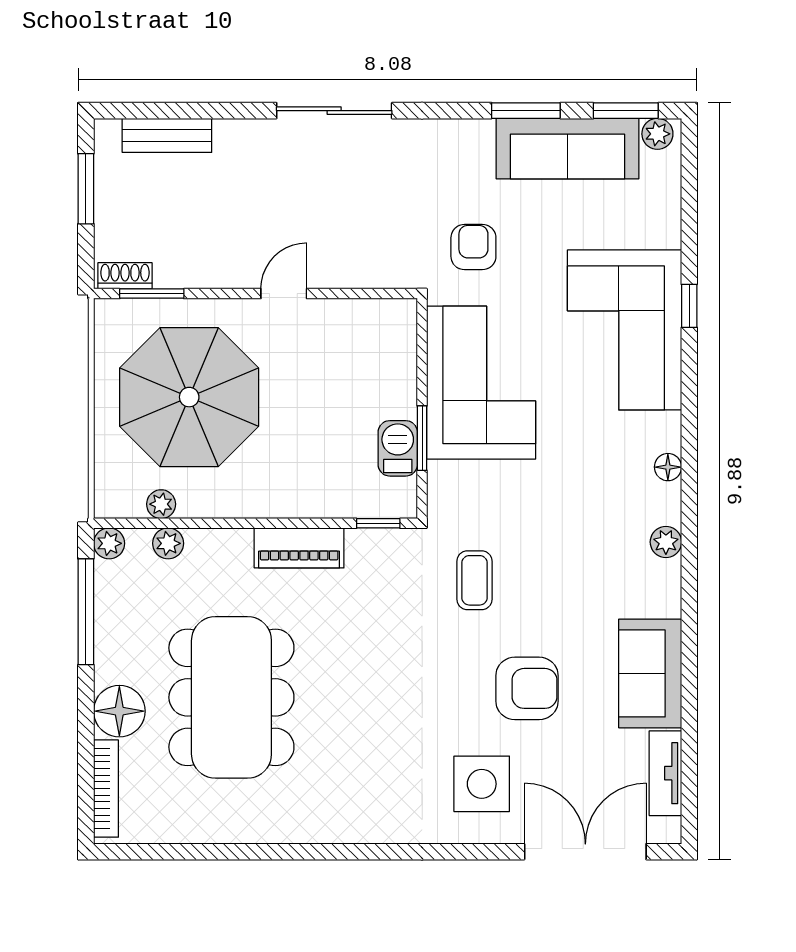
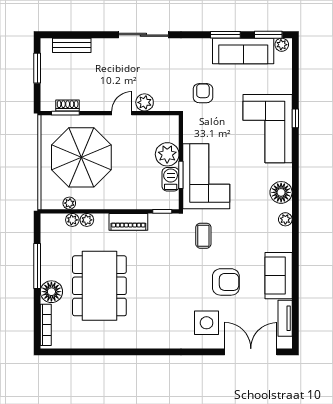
plant: (337, 269) -> (145, 102), added
shoe rack: (125, 276) -> (68, 105), moved
corner sofa: (481, 383) -> (206, 176), moved
plant: (390, 390) -> (167, 154), added
floor lamp: (668, 467) -> (281, 192), width x1.89, depth x1.89
plant: (109, 543) -> (87, 220), moved
window: (86, 612) -> (37, 266), moved

